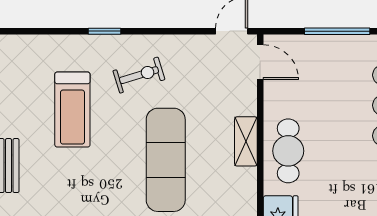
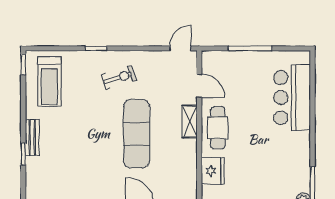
door: (260, 62) -> (199, 86), moved
treadmill: (72, 110) -> (49, 81), moved

